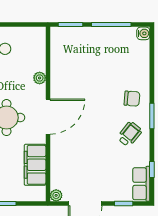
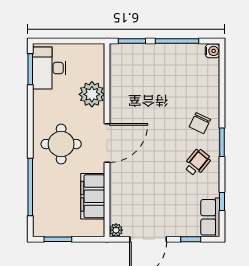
plant: (40, 78) -> (92, 94), width x1.88, depth x1.88
chair: (132, 99) -> (200, 123), turned 111

